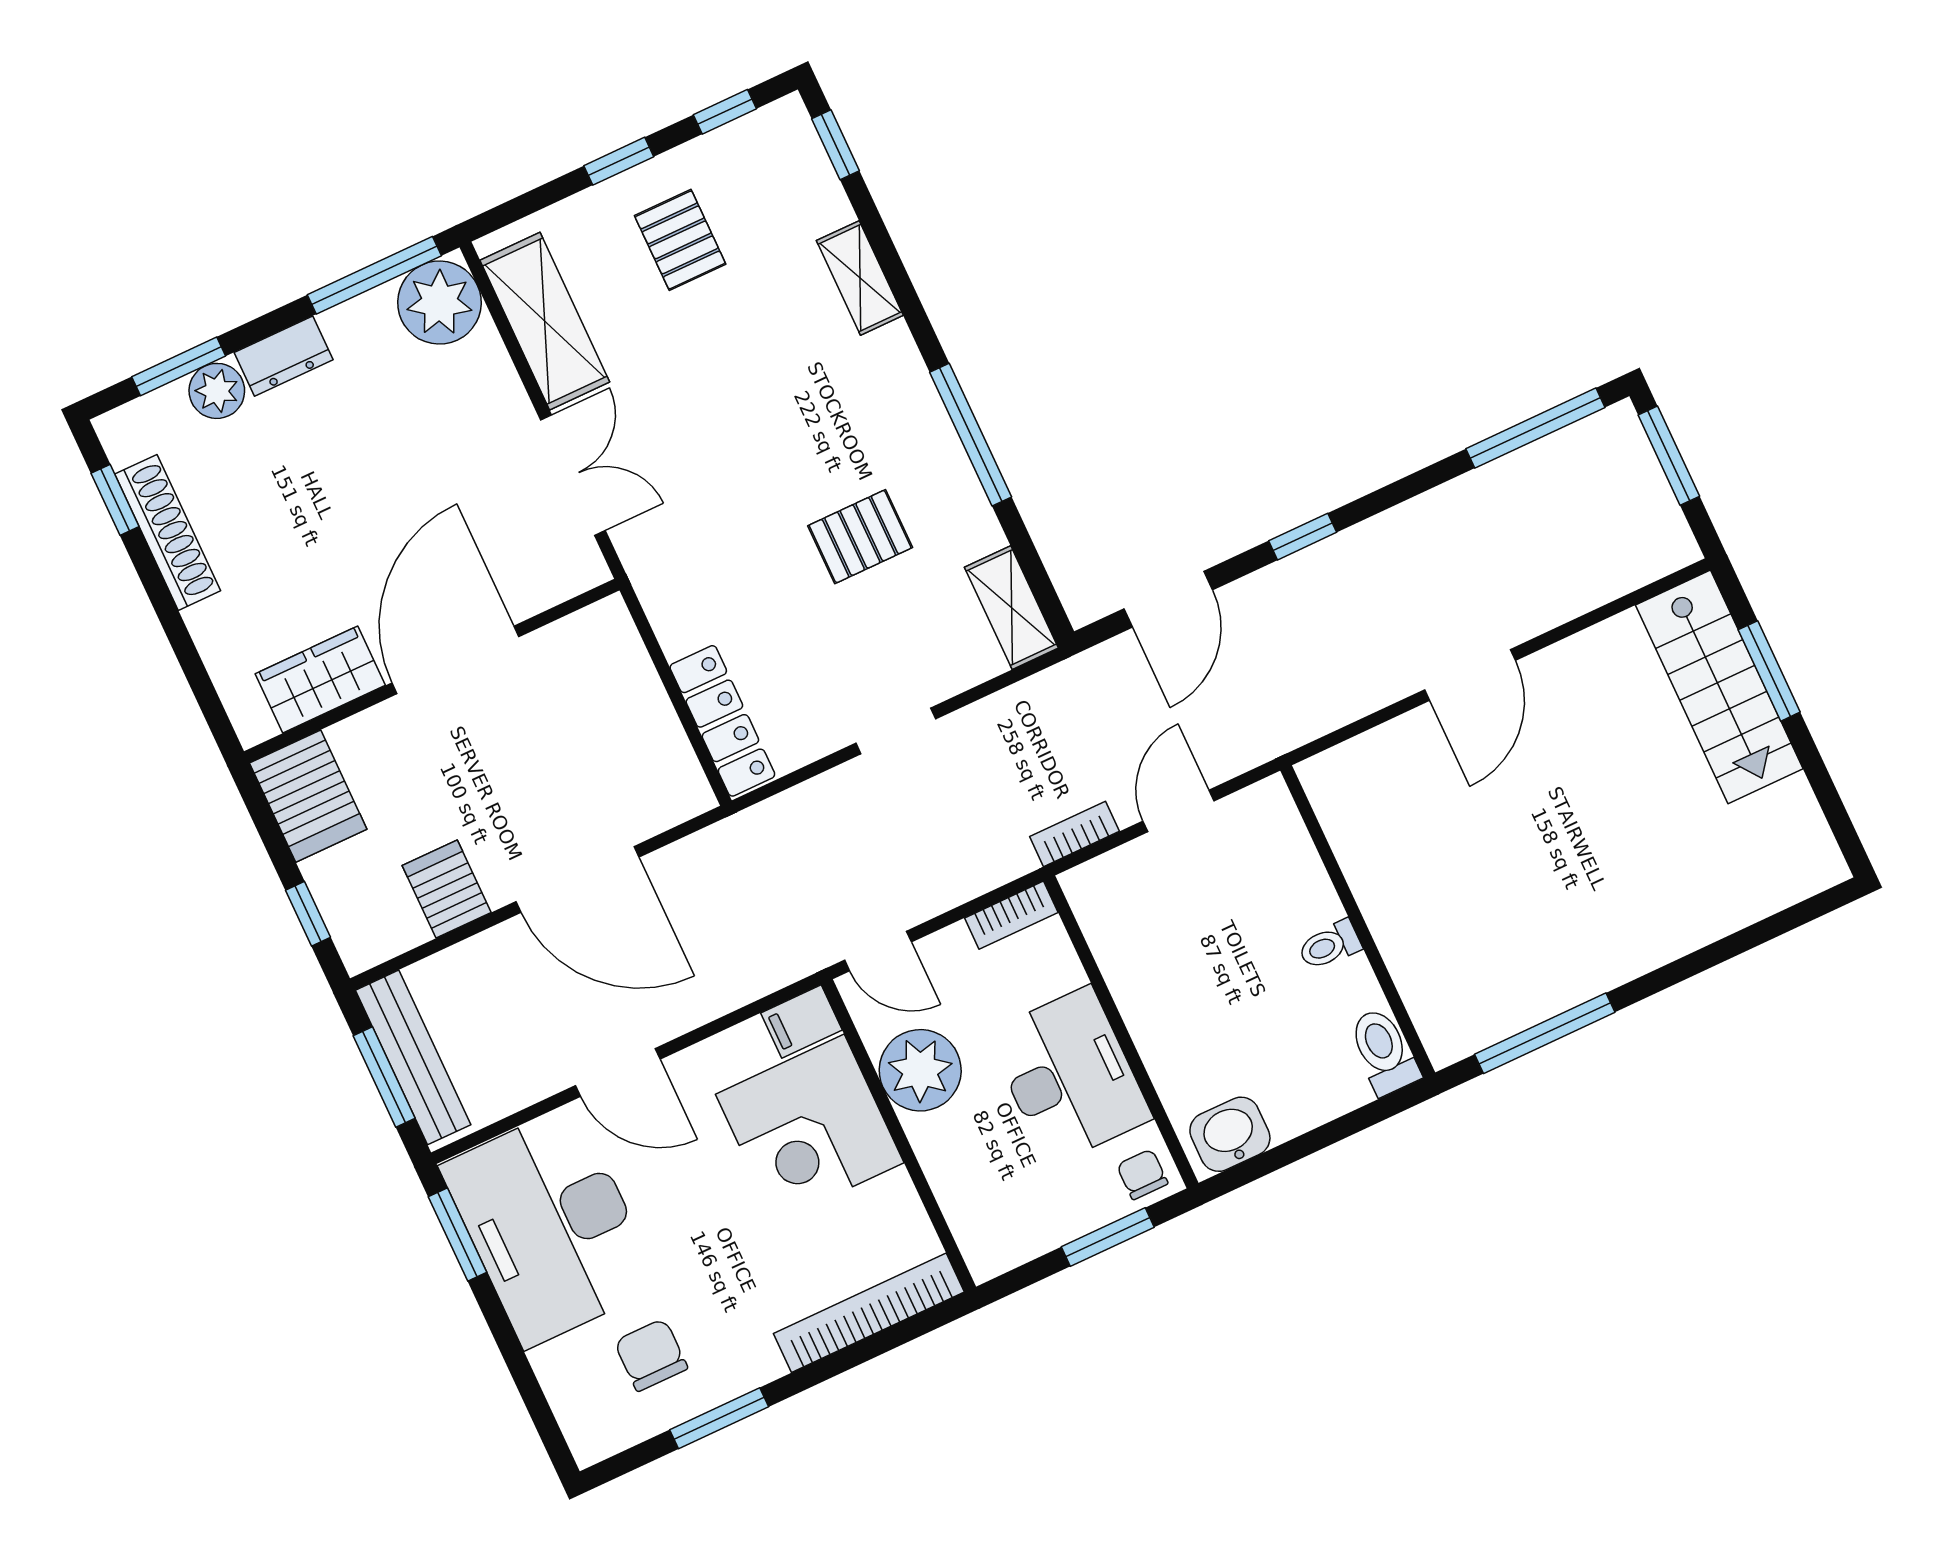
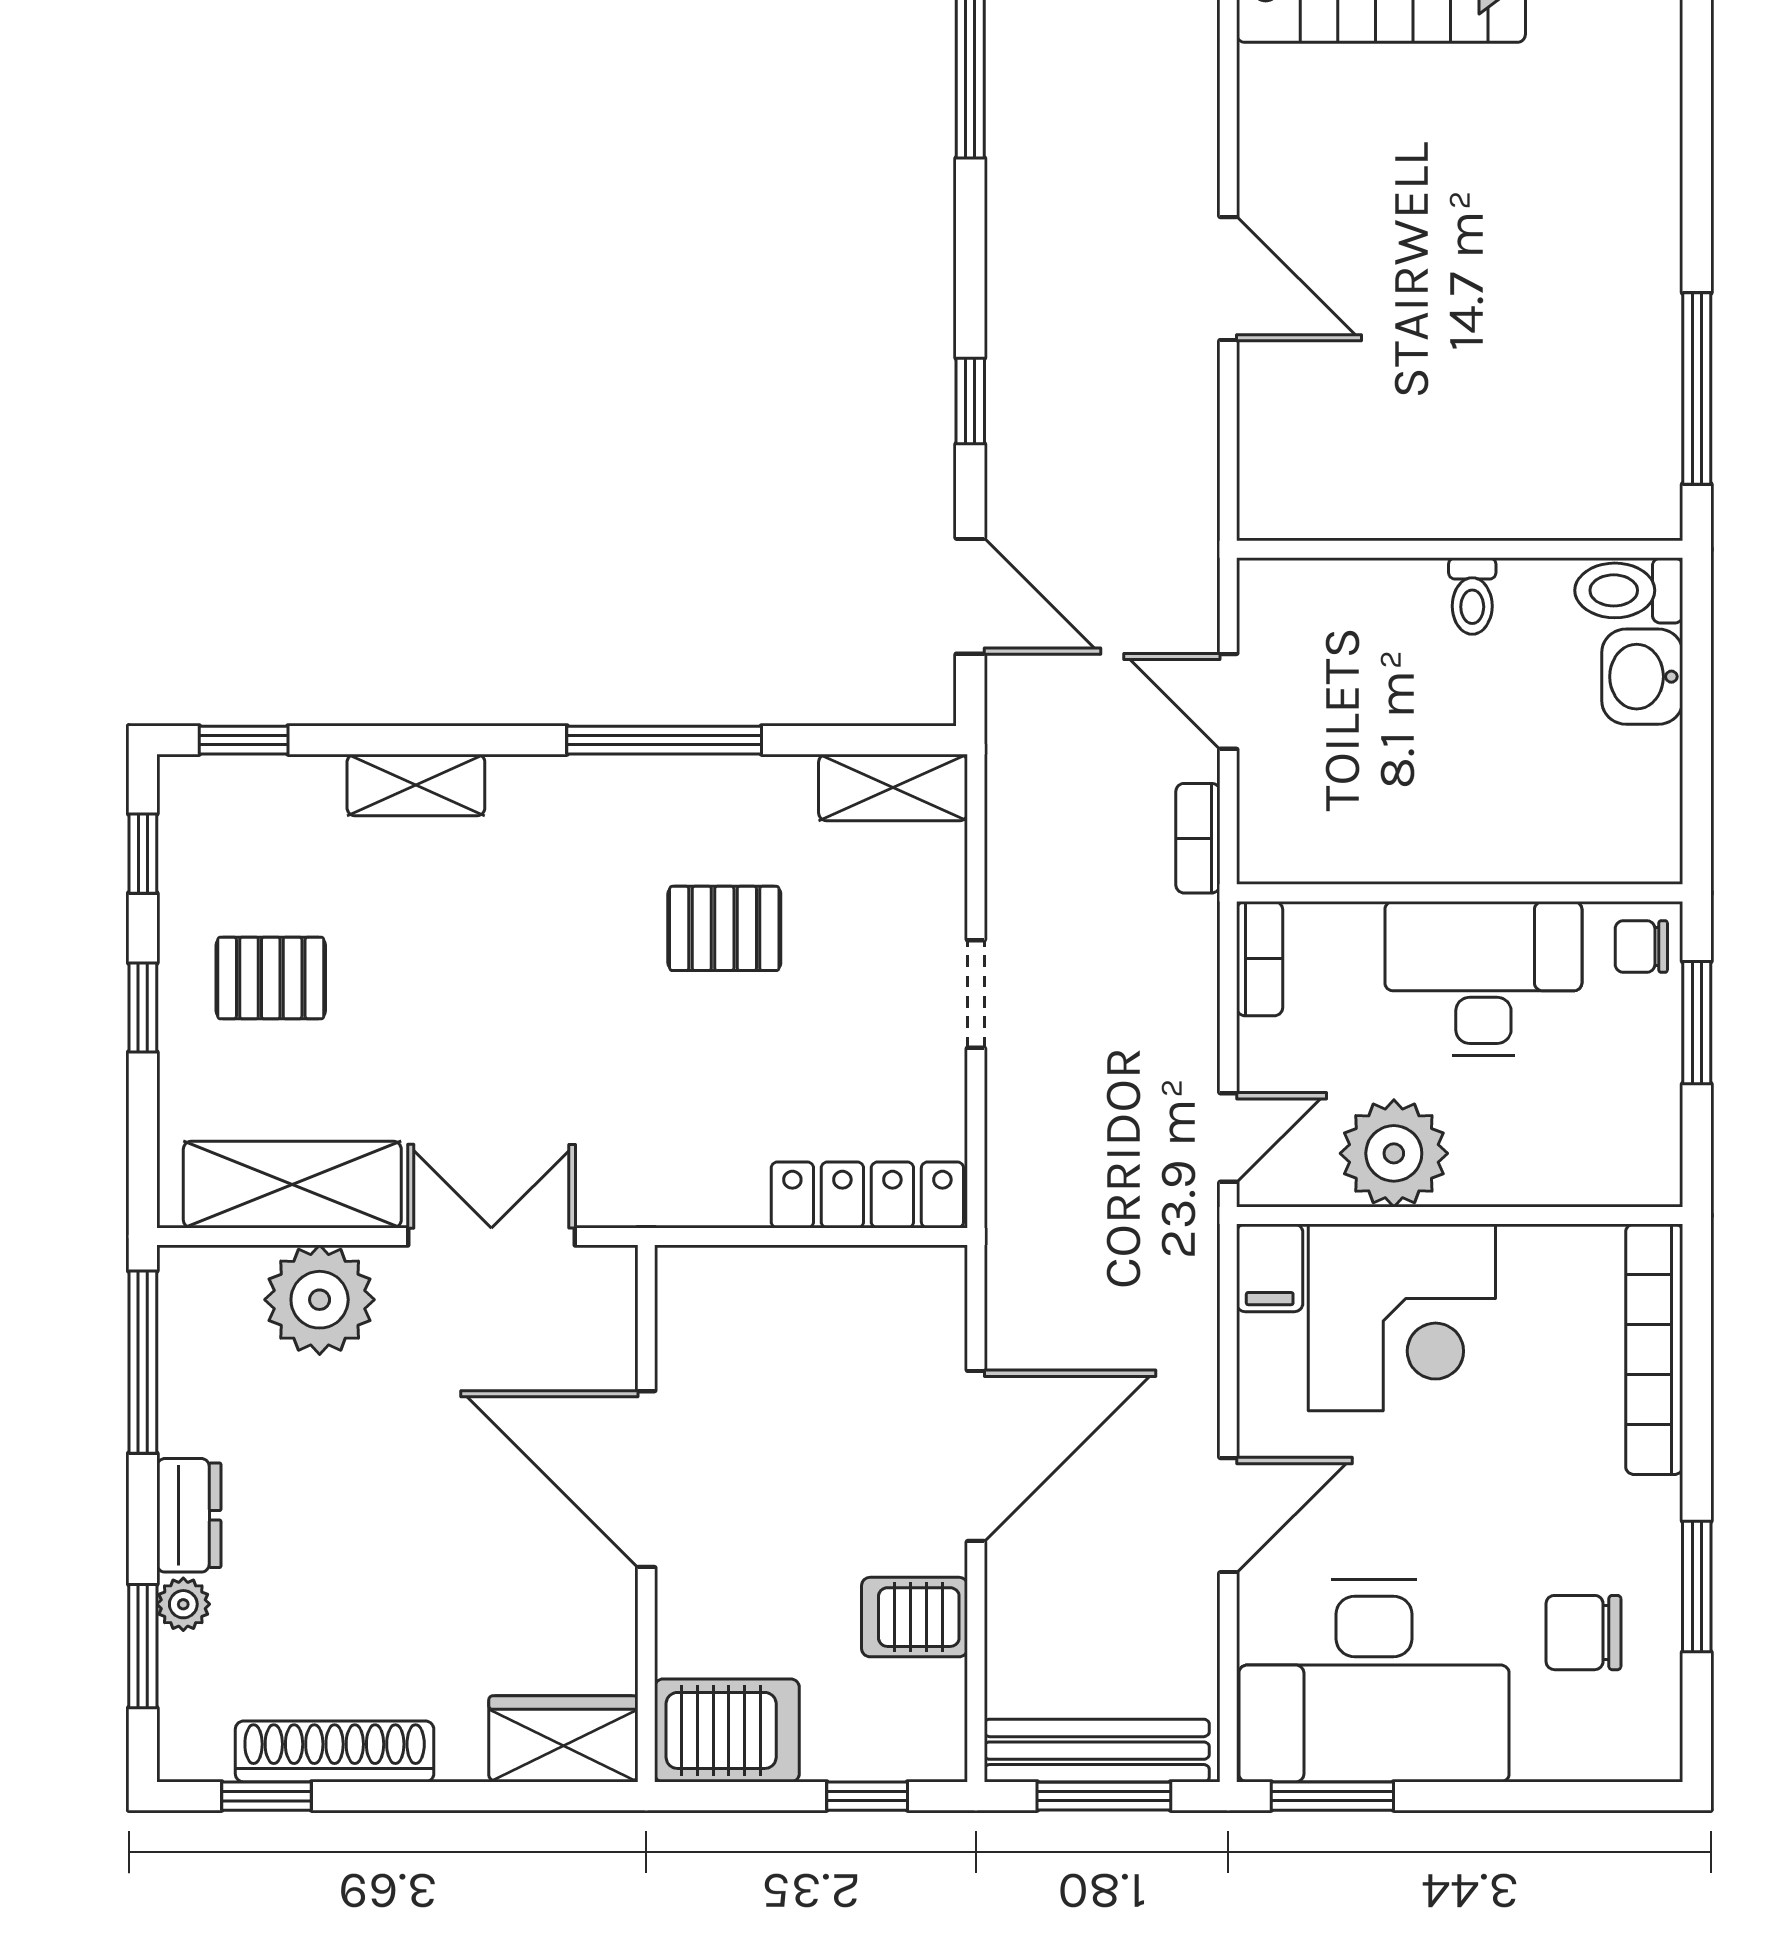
plant: (439, 303) -> (320, 1300), moved
plant: (217, 391) -> (183, 1604), width x0.73, depth x0.73
pallet: (860, 537) -> (724, 928), turned 90
wardrobe: (320, 680) -> (563, 1739), moved, turned 90
washbasin: (1230, 1134) -> (1642, 677), moved

